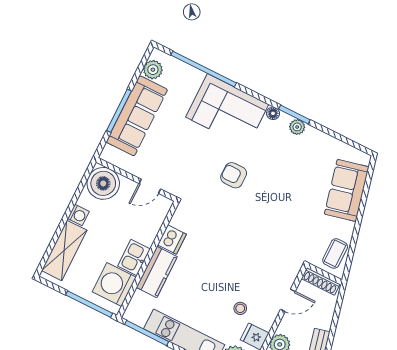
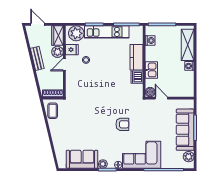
boiler: (103, 183) -> (150, 92), moved, width x0.54, depth x0.54
door: (150, 186) -> (161, 98), hinge flipped
sofa: (347, 190) -> (82, 159), moved, turned -77
kitchen sink: (134, 257) -> (151, 70), moved
washing machine: (114, 284) -> (150, 40), width x0.53, depth x0.53
door: (288, 300) -> (64, 65), moved

